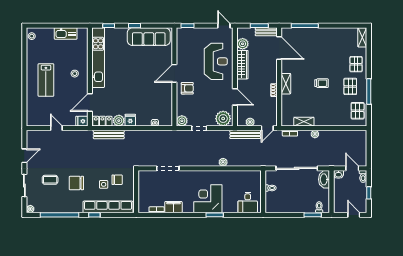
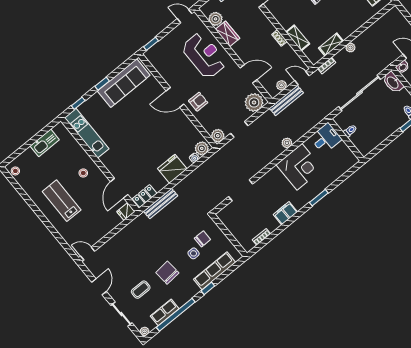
kitchen unit: (98, 58) -> (87, 133), width x0.73
wardrobe: (242, 65) -> (228, 34), width x0.67
door: (174, 73) -> (175, 97), hinge flipped
lab bench: (46, 80) -> (62, 201), turned 180
shelving: (286, 84) -> (298, 38), moved
fridge: (130, 120) -> (172, 169), width x1.88, depth x1.34
plant: (119, 121) -> (202, 148), moved
door: (56, 128) -> (88, 254), moved
door: (267, 128) -> (302, 78), swing flipped
chair: (76, 183) -> (167, 273), turned 85
corner desk: (208, 199) -> (299, 167), moved, turned 180
desk: (248, 202) -> (326, 138), moved, turned -90
row of seats: (53, 207) -> (165, 312), added
row of seats: (108, 207) -> (215, 271), width x0.73
filing cabinet: (173, 207) -> (285, 213), moved

